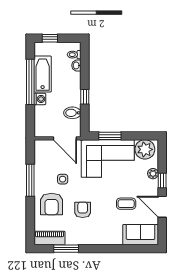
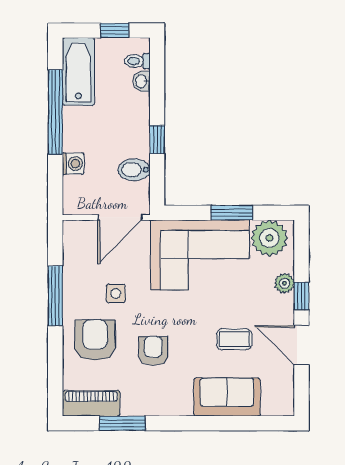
window: (50, 38) -> (115, 30), moved
bathtub: (43, 74) -> (78, 71), moved
washing machine: (40, 99) -> (73, 164), moved
window: (110, 136) -> (232, 213), moved
door: (65, 138) -> (120, 217), hinge flipped
armchair: (52, 204) -> (95, 340), turned 180
sofa: (141, 235) -> (227, 397), moved

